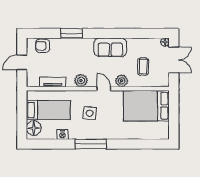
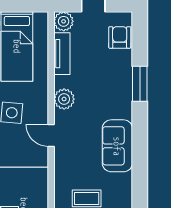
plant: (122, 81) -> (64, 21), moved
door: (104, 89) -> (51, 135), swing flipped

